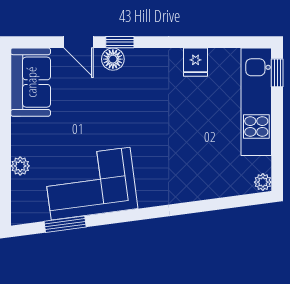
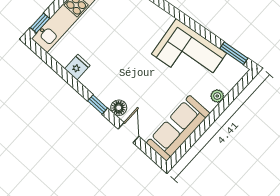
window: (120, 42) -> (98, 104), moved
sofa: (31, 82) -> (178, 128), width x1.36
window: (65, 224) -> (234, 53), moved

